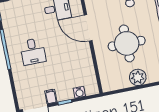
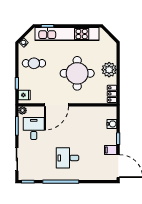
desk: (33, 51) -> (67, 158), turned 180
locker: (112, 86) -> (112, 94), added

